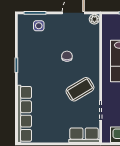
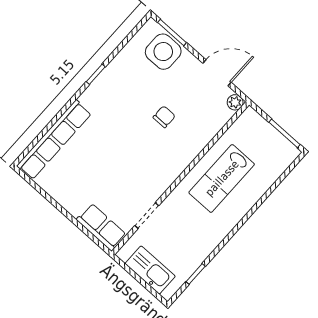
side table: (39, 26) -> (163, 52), width x1.87, depth x1.87
coffee table: (80, 89) -> (145, 169), removed

